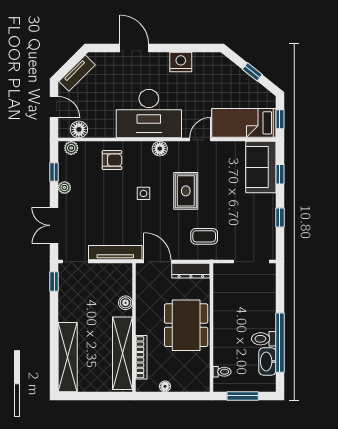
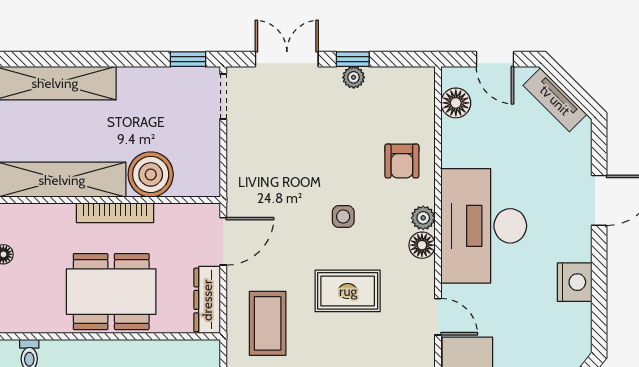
door: (54, 107) -> (495, 59), hinge flipped
plant: (71, 148) -> (423, 218), moved
window: (54, 172) -> (353, 59), moved
coffee table: (204, 236) -> (268, 323), width x1.36, depth x1.30
tv unit: (115, 253) -> (239, 167), removed
boiler: (126, 303) -> (151, 174), width x1.86, depth x1.86
bookcase: (141, 357) -> (115, 213), moved

